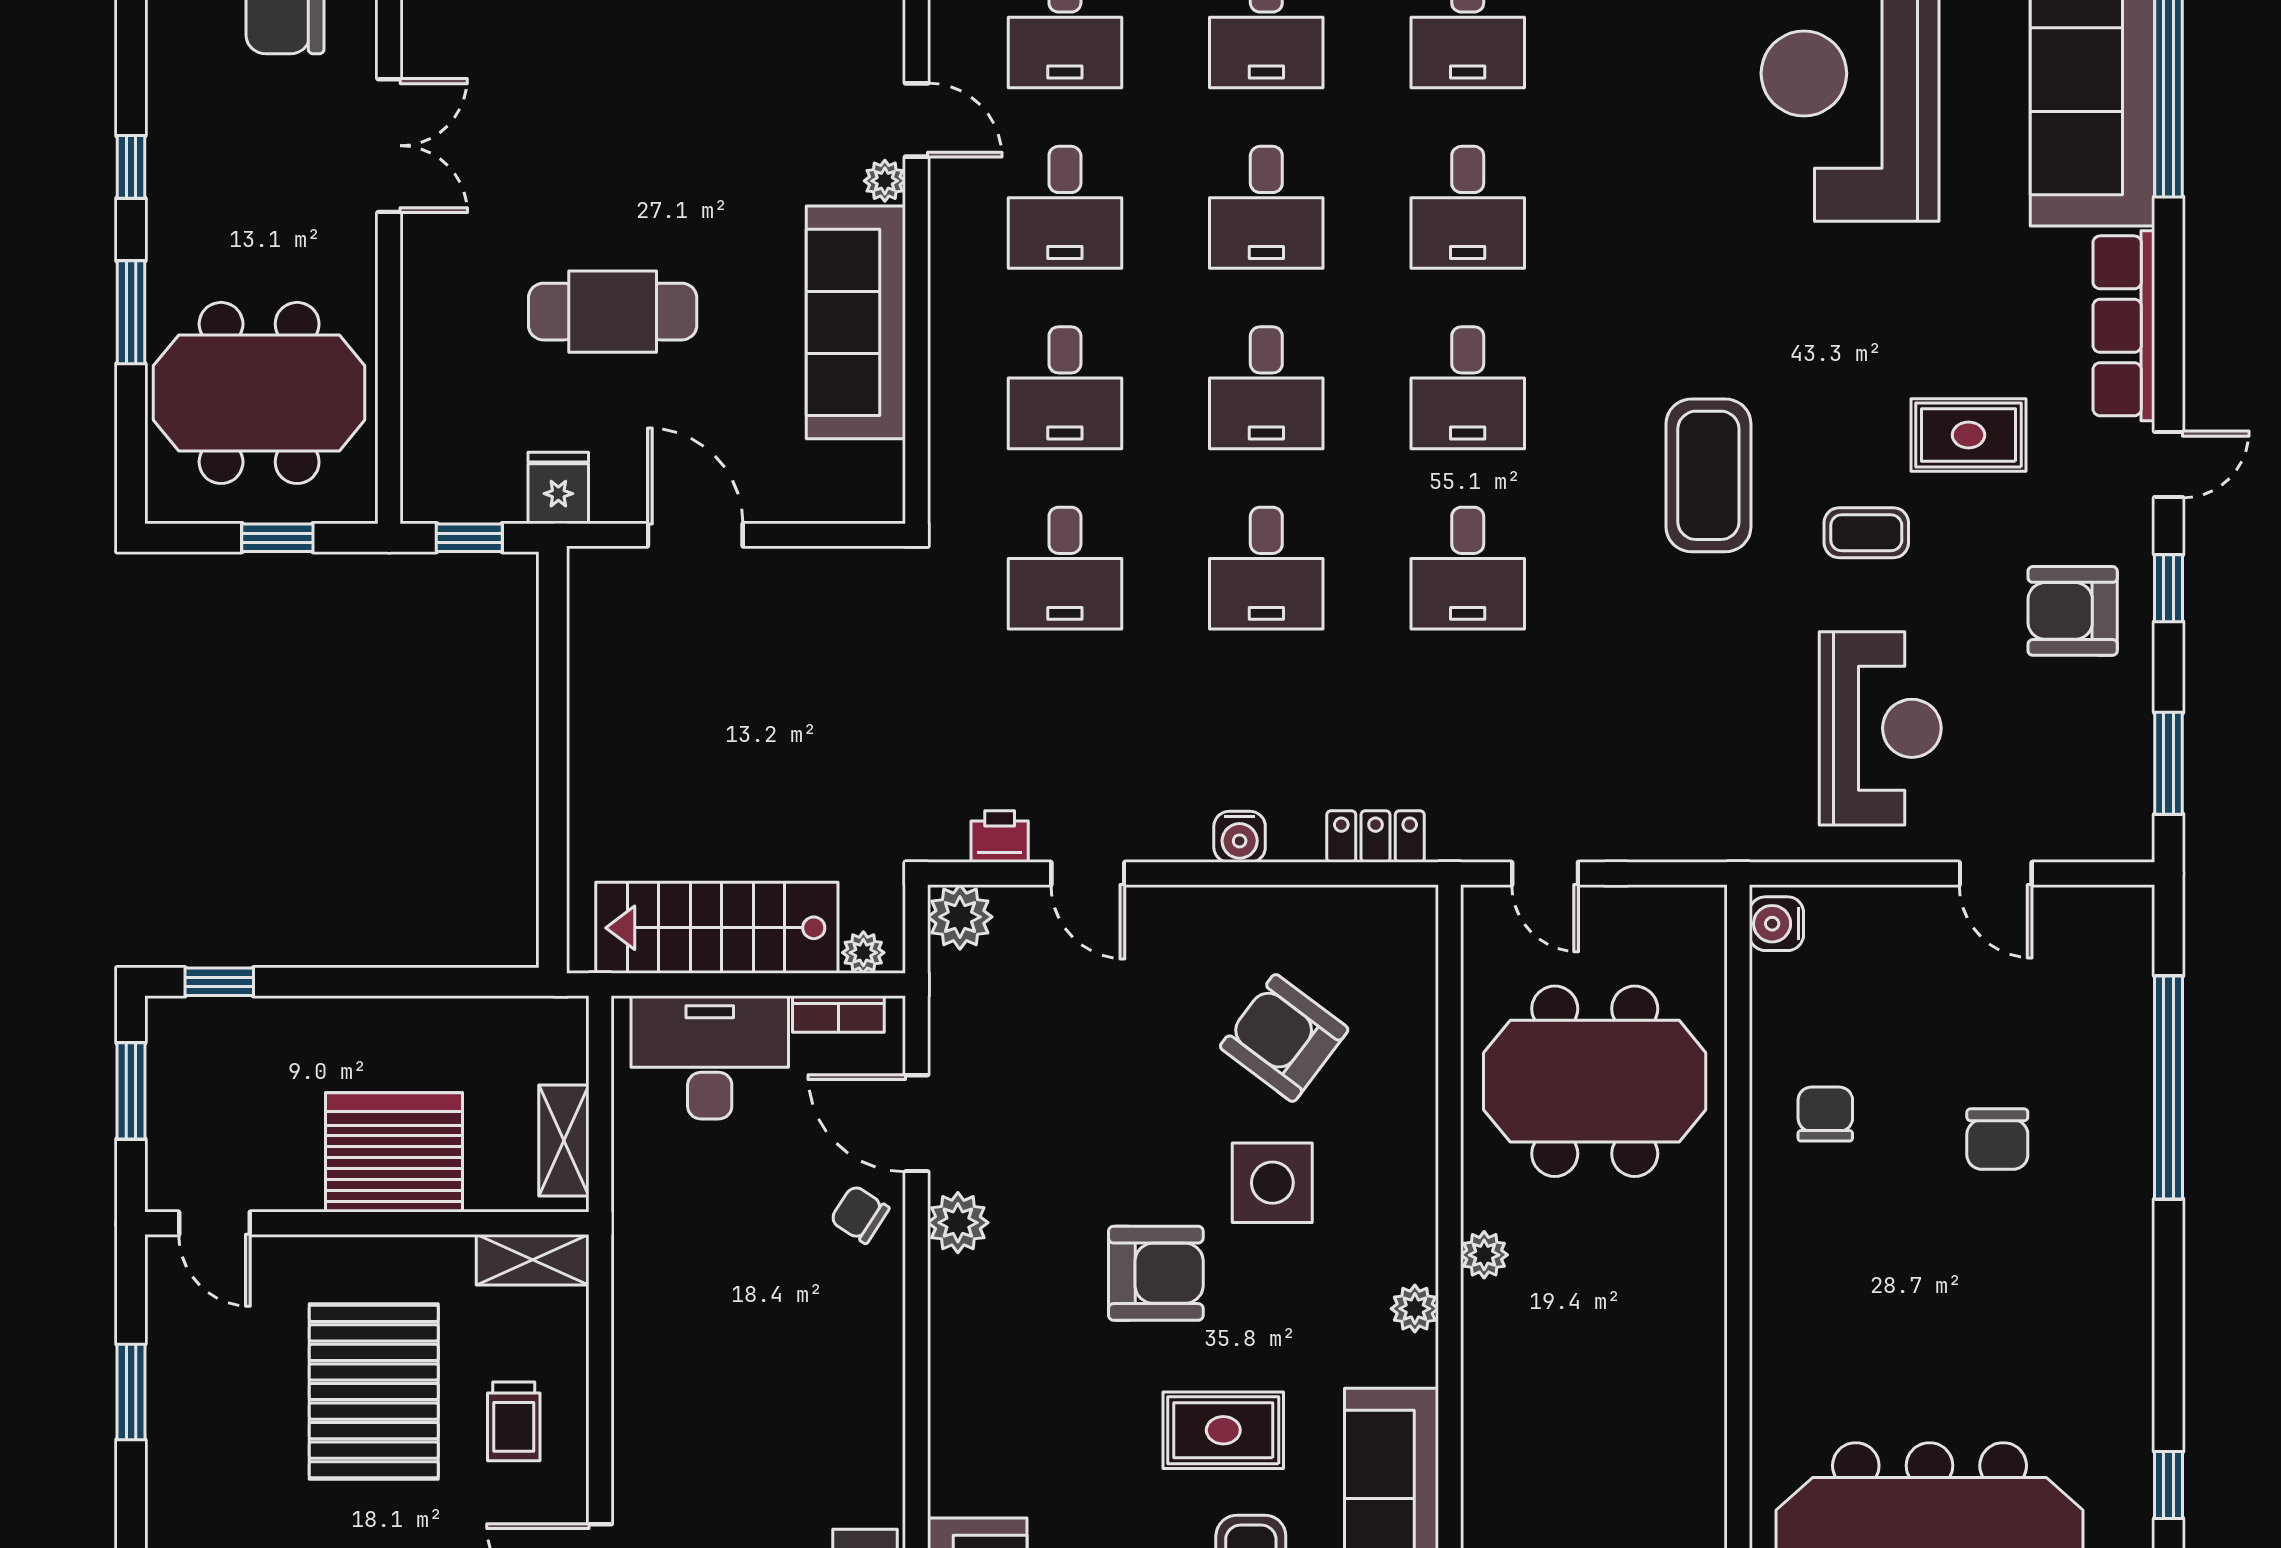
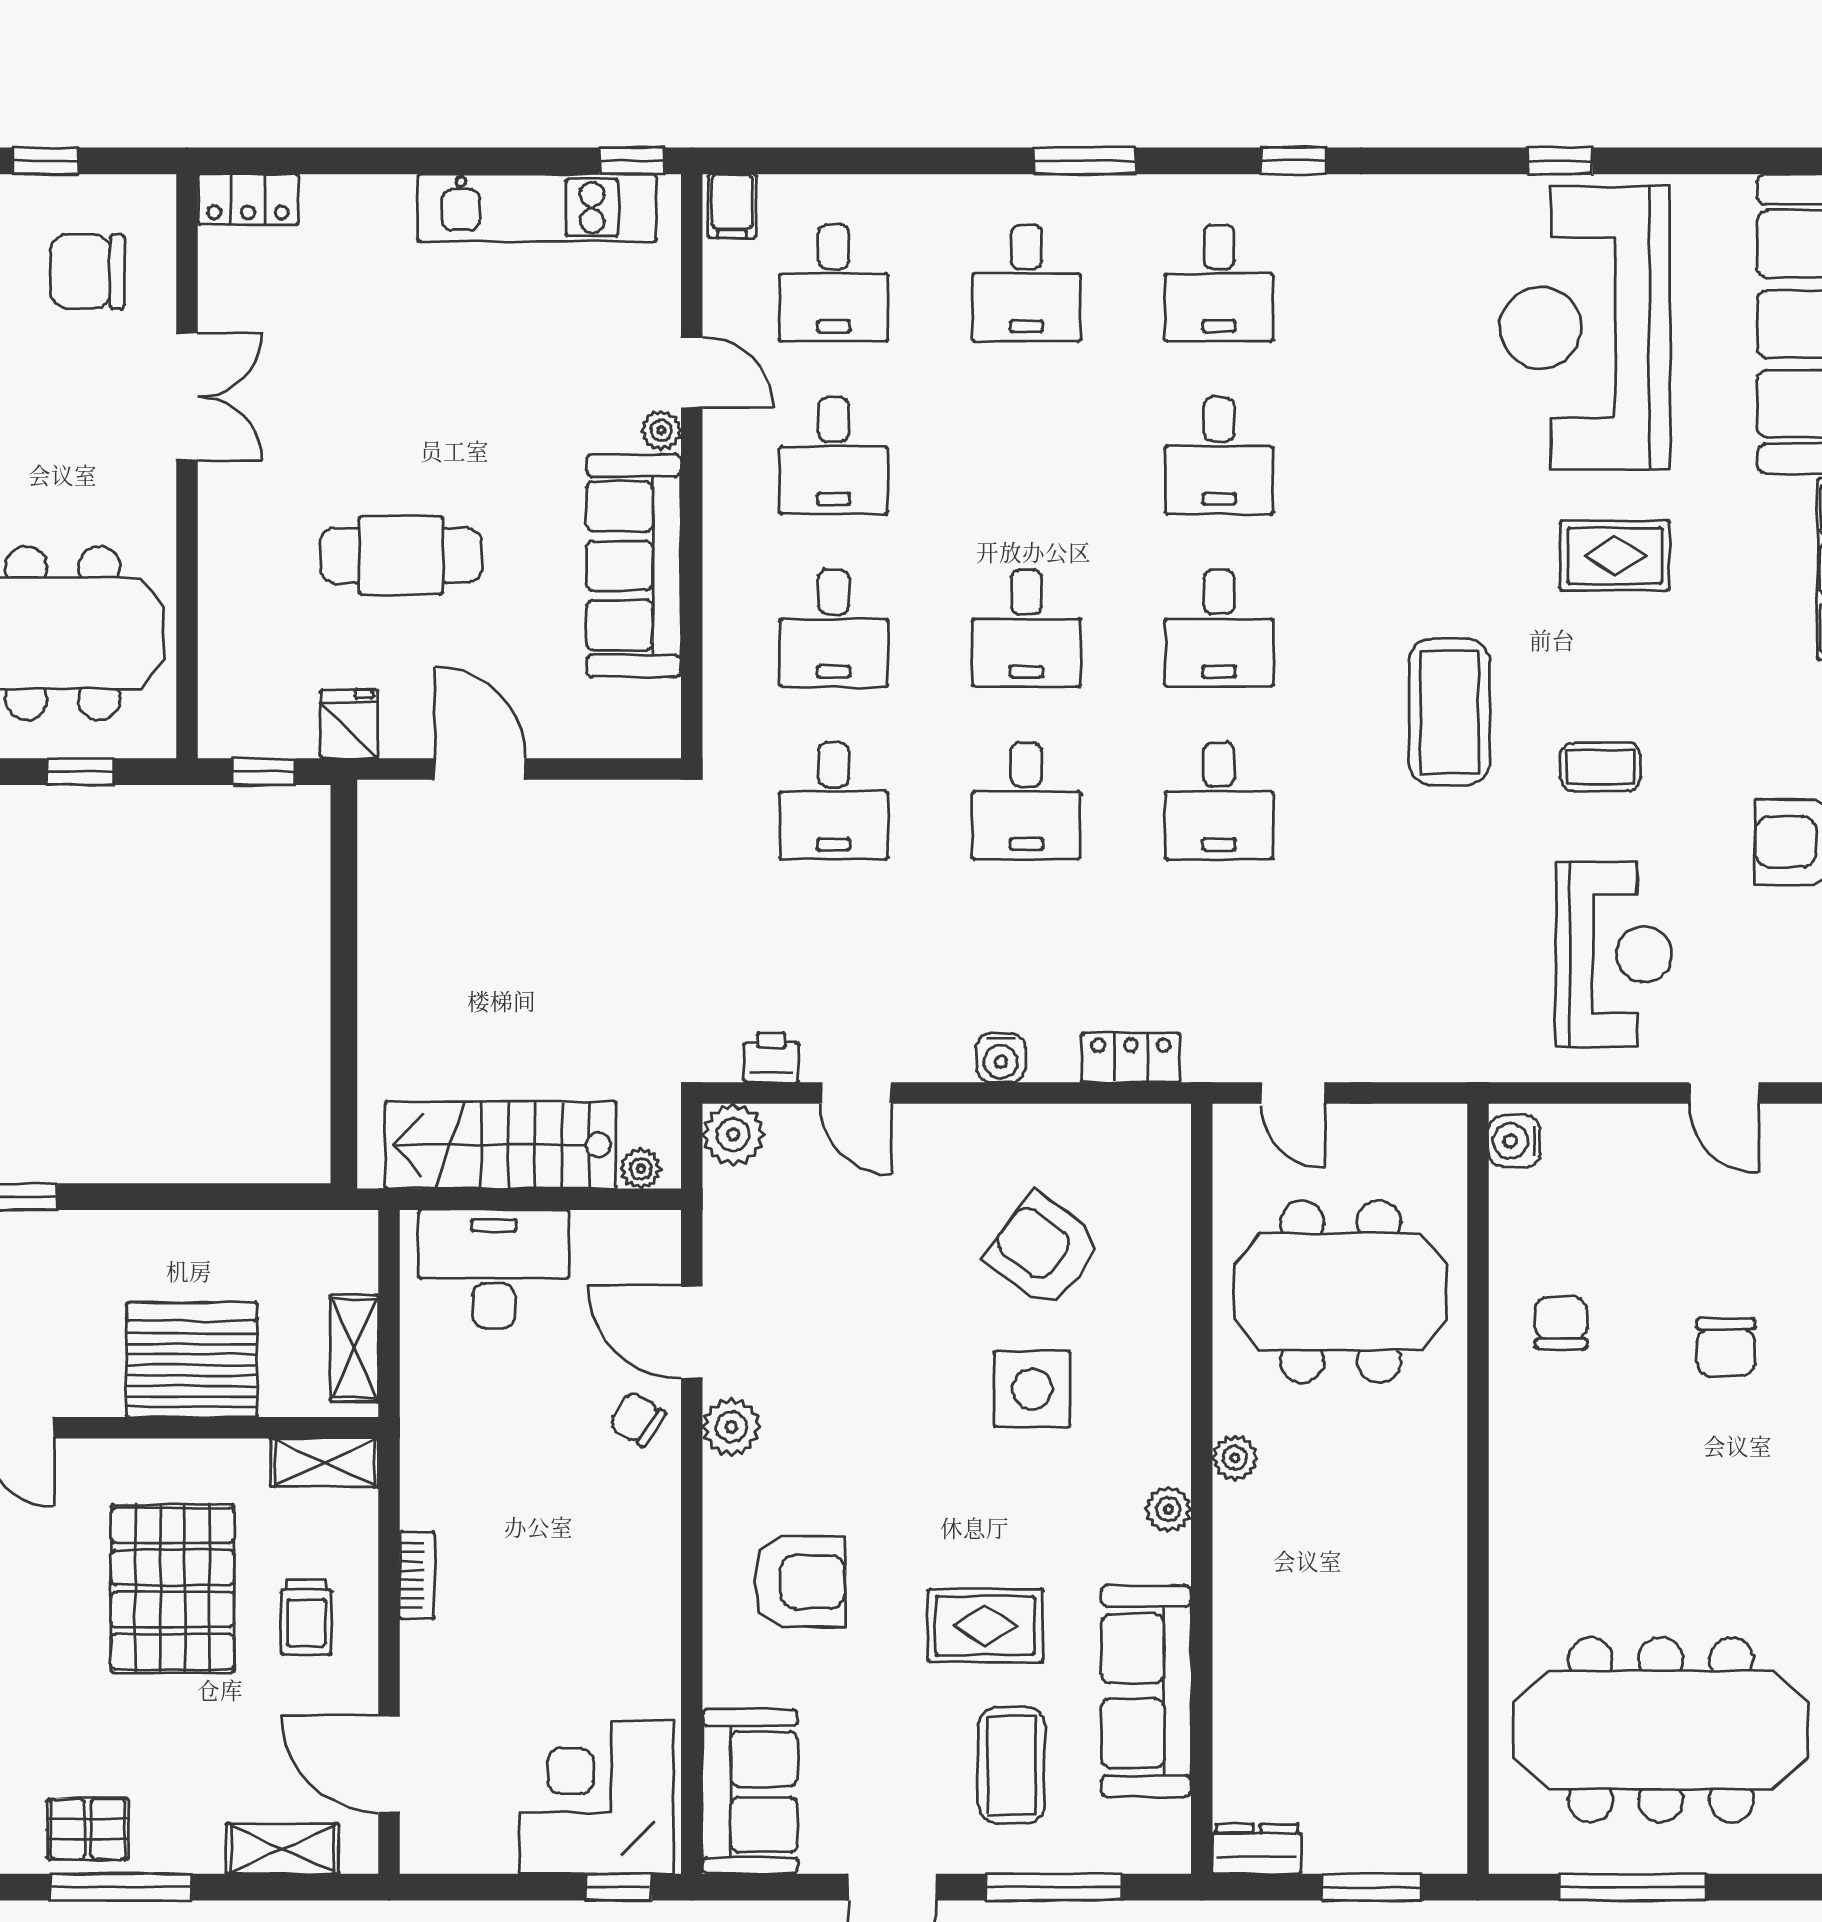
desk: (1266, 207) -> (1026, 456), removed
rug: (1968, 435) -> (1615, 556), moved
bookcase: (838, 1014) -> (417, 1575), moved, turned -90
armchair: (1156, 1273) -> (800, 1582), moved

